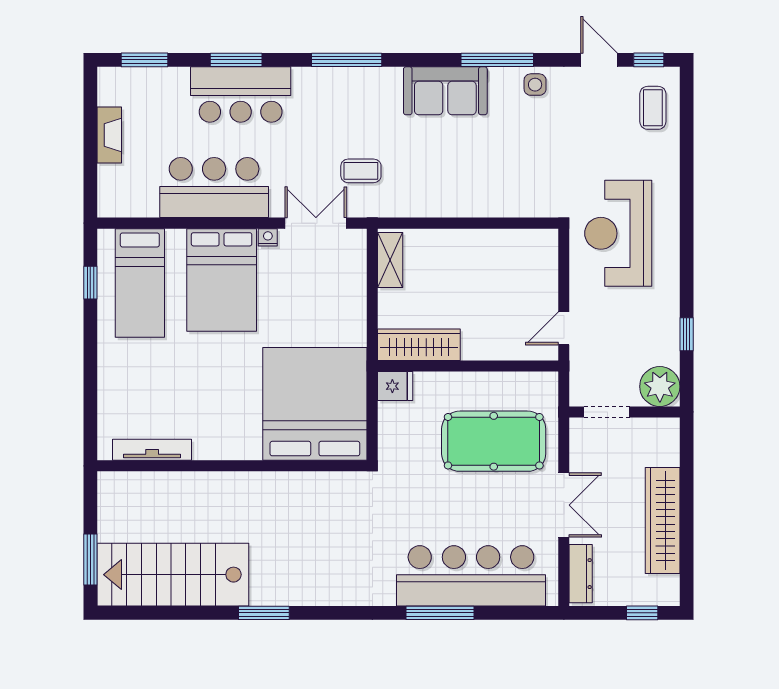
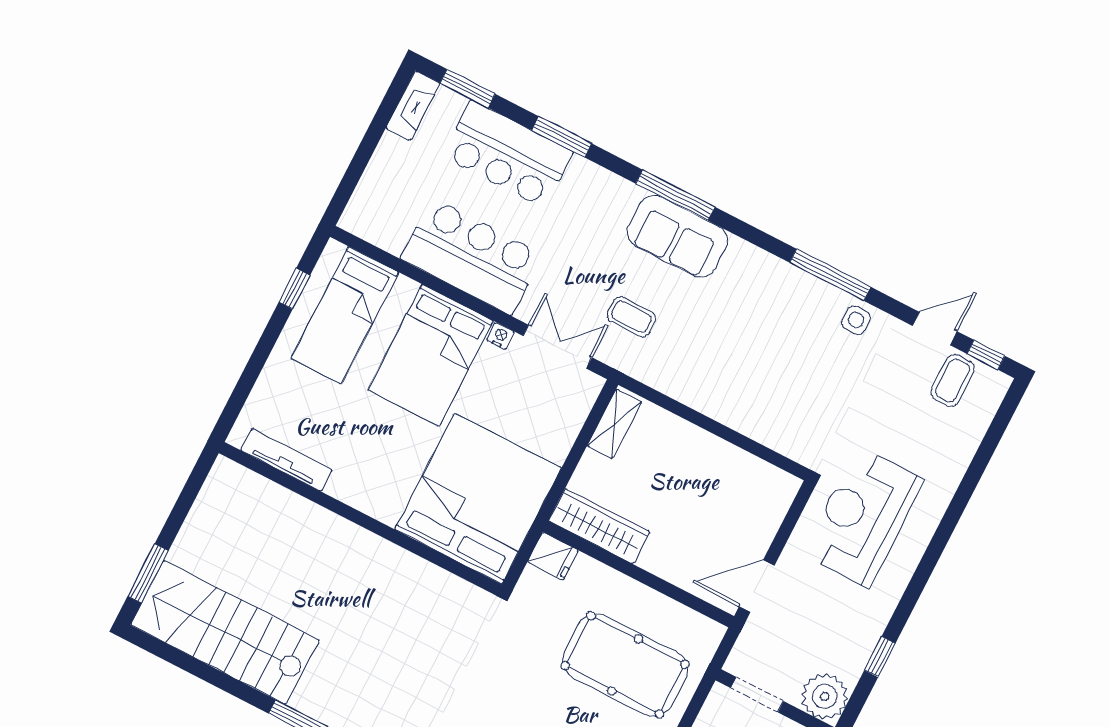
door: (599, 60) -> (935, 329), hinge flipped
sofa: (445, 91) -> (677, 236), moved
bar counter: (241, 95) -> (508, 154), moved
coffee table: (653, 108) -> (953, 380), moved
fireplace: (109, 135) -> (413, 106), moved
door: (564, 328) -> (757, 586), width x1.38
bed: (315, 404) -> (478, 499), moved
tv unit: (152, 450) -> (286, 460), moved
wall: (232, 466) -> (360, 519), moved

